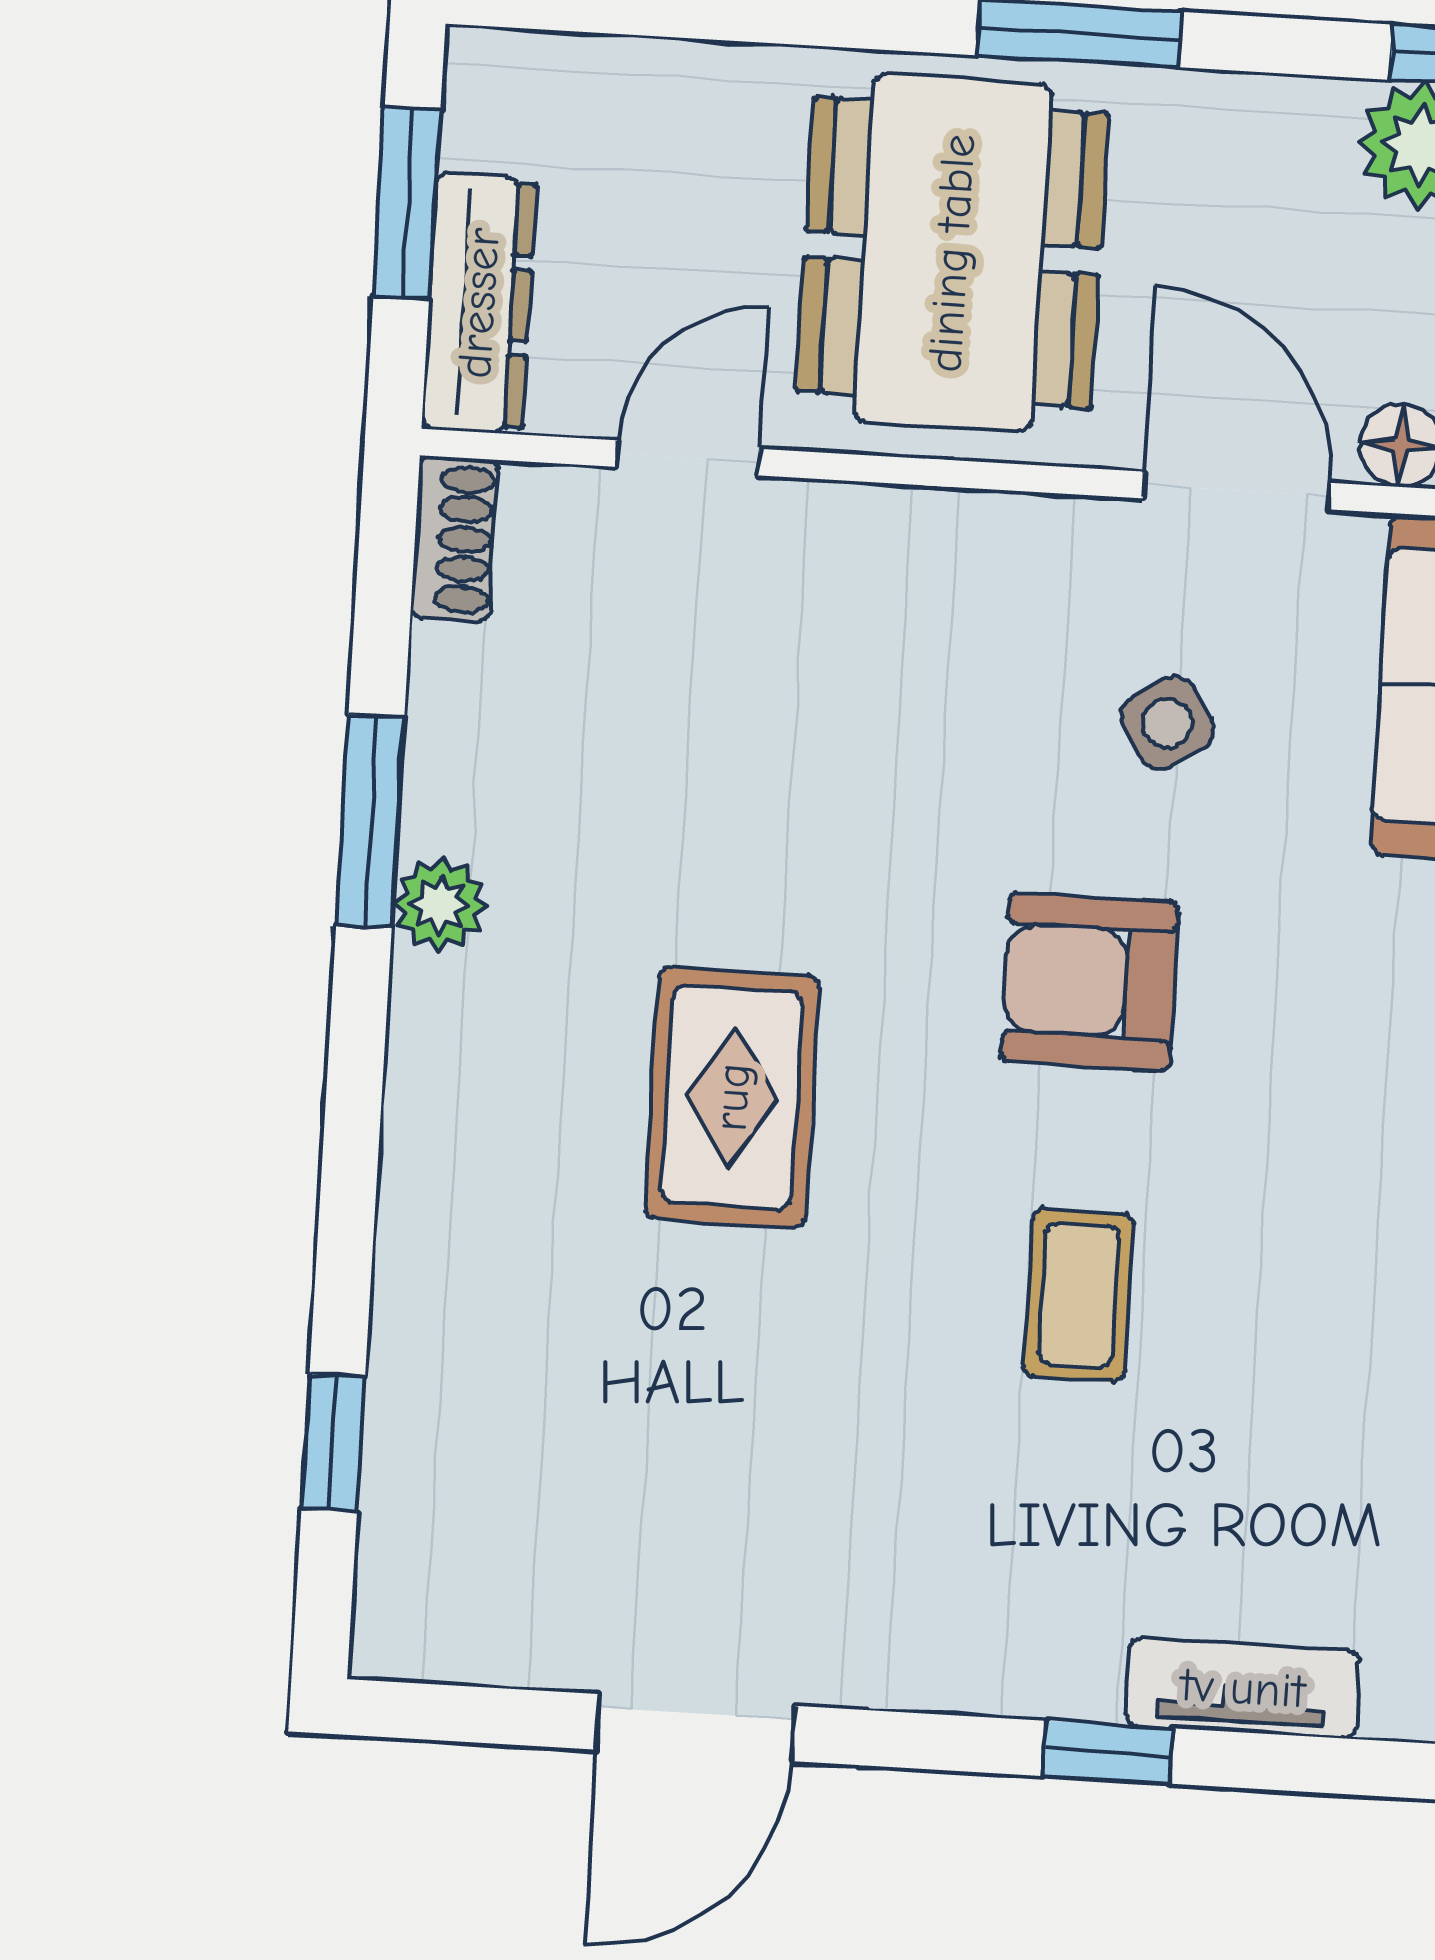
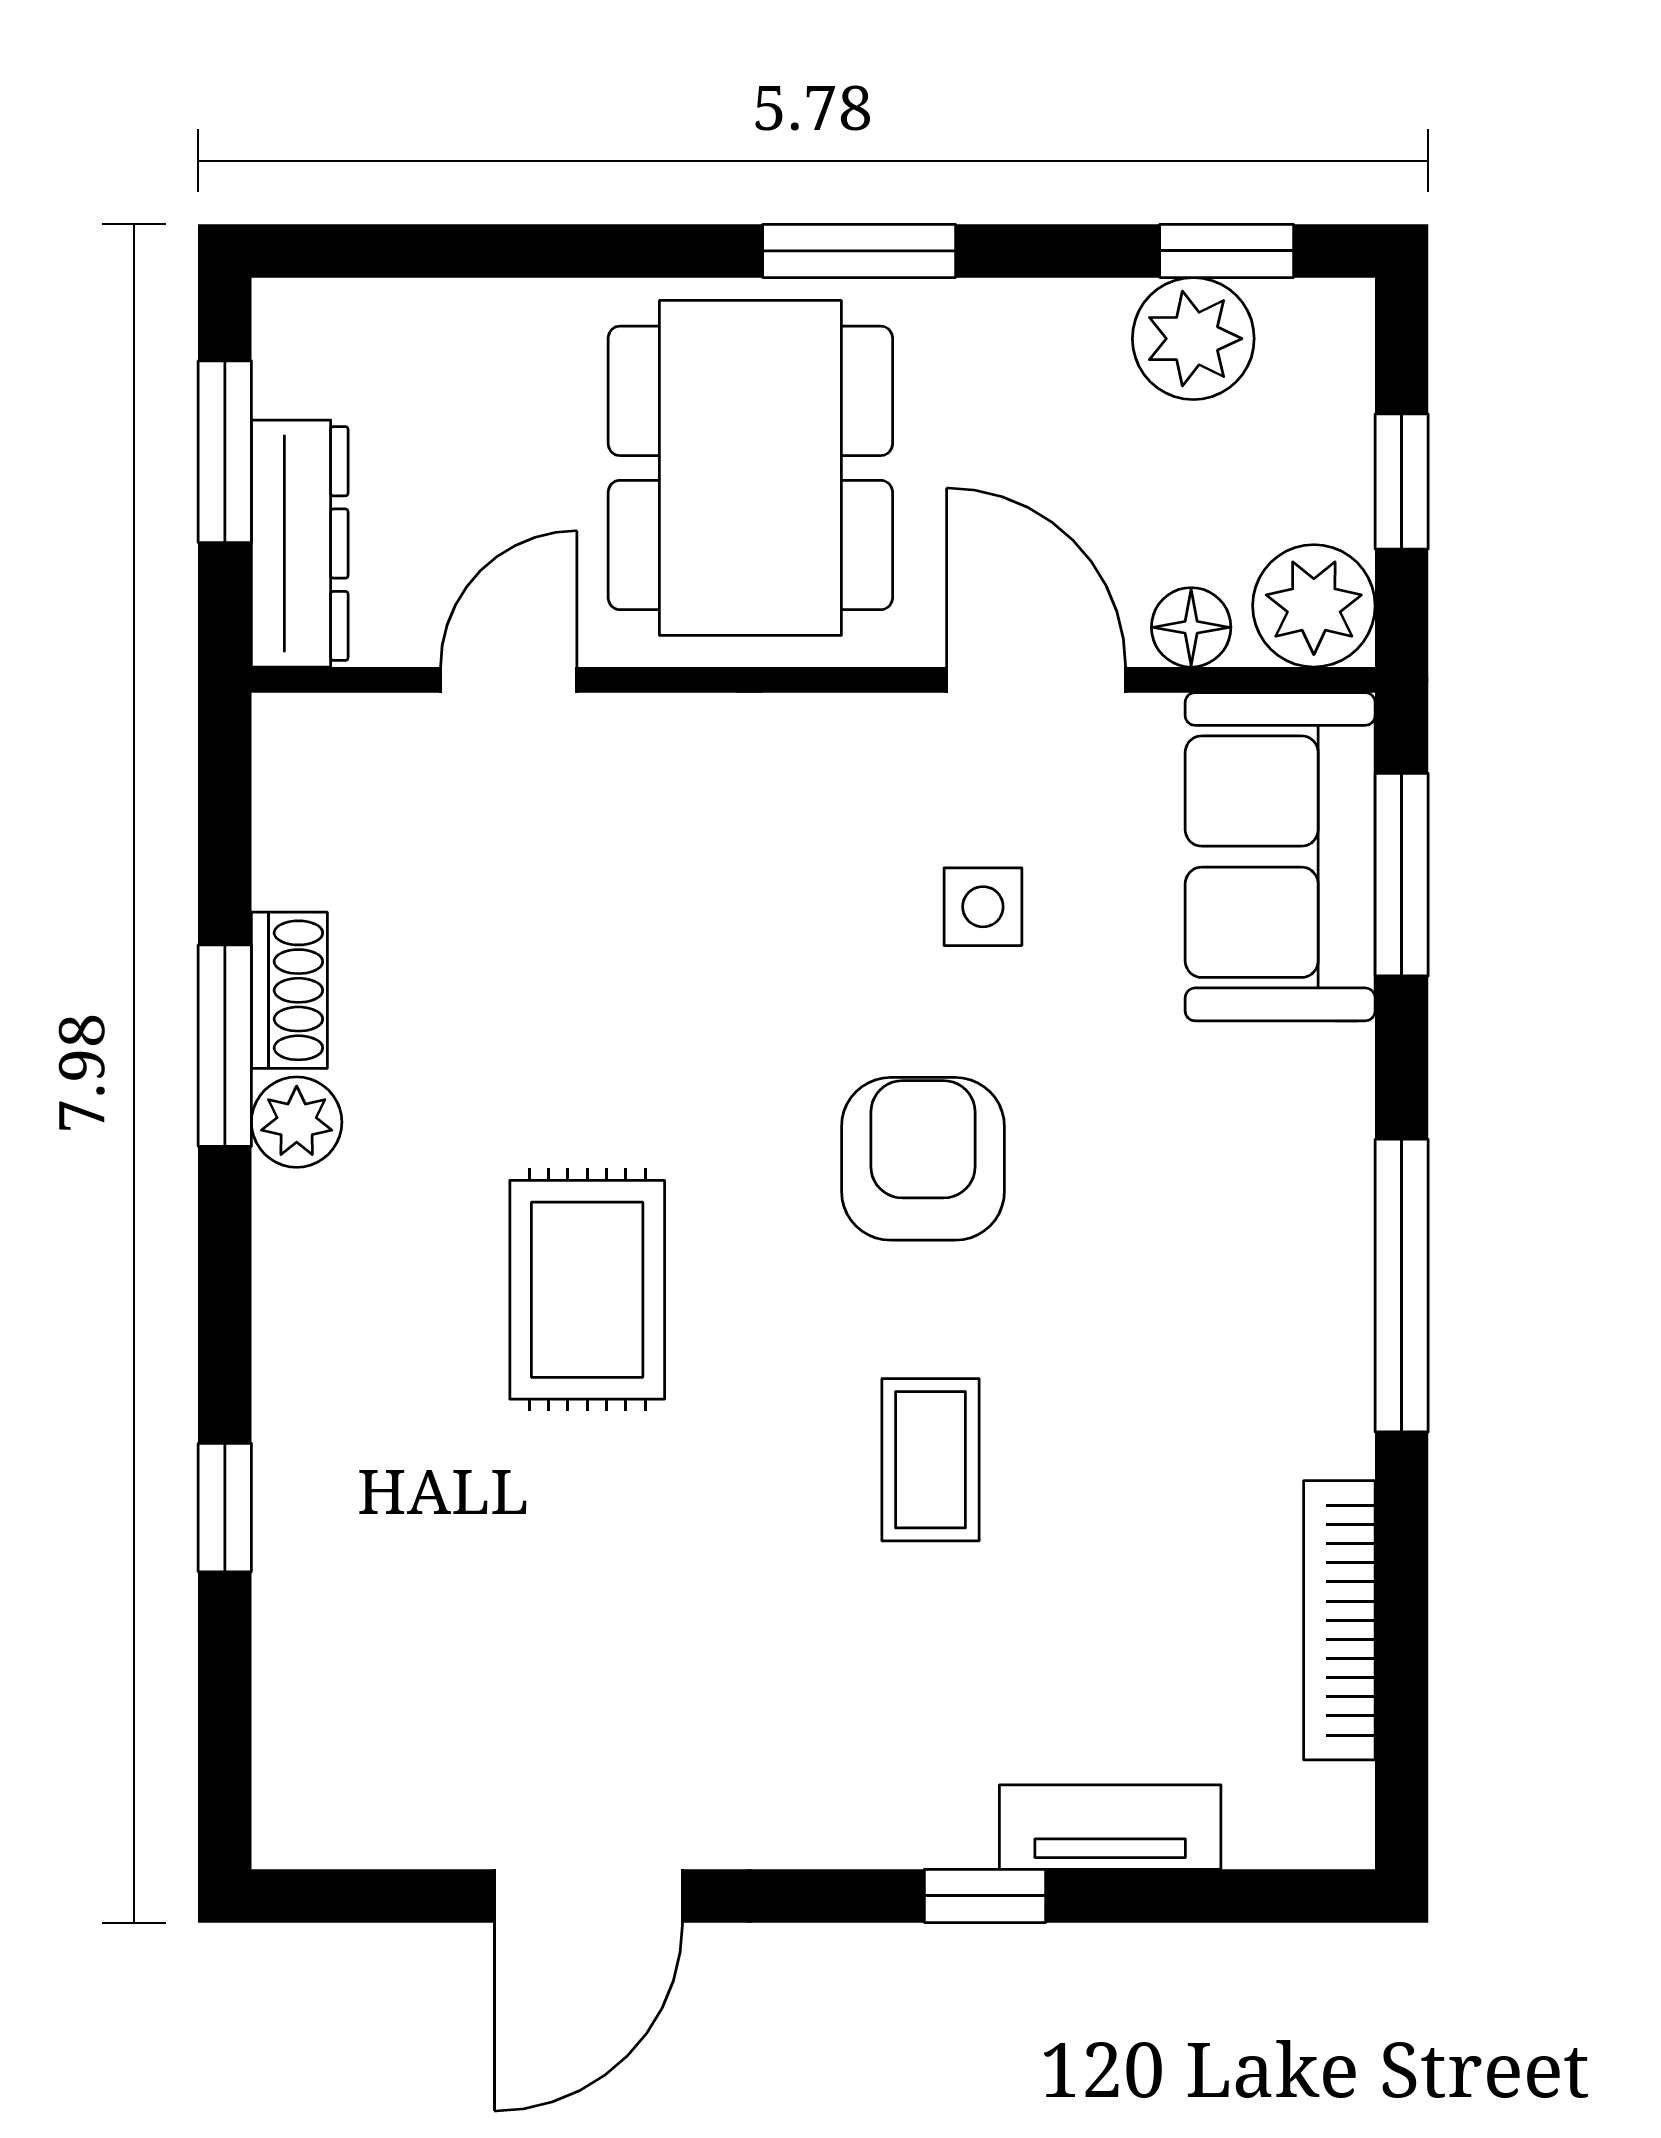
shoe rack: (454, 539) -> (289, 990), moved
side table: (1167, 723) -> (983, 907), turned 31
armchair: (1089, 982) -> (923, 1159), turned 90
window: (333, 1443) -> (225, 1508), moved

